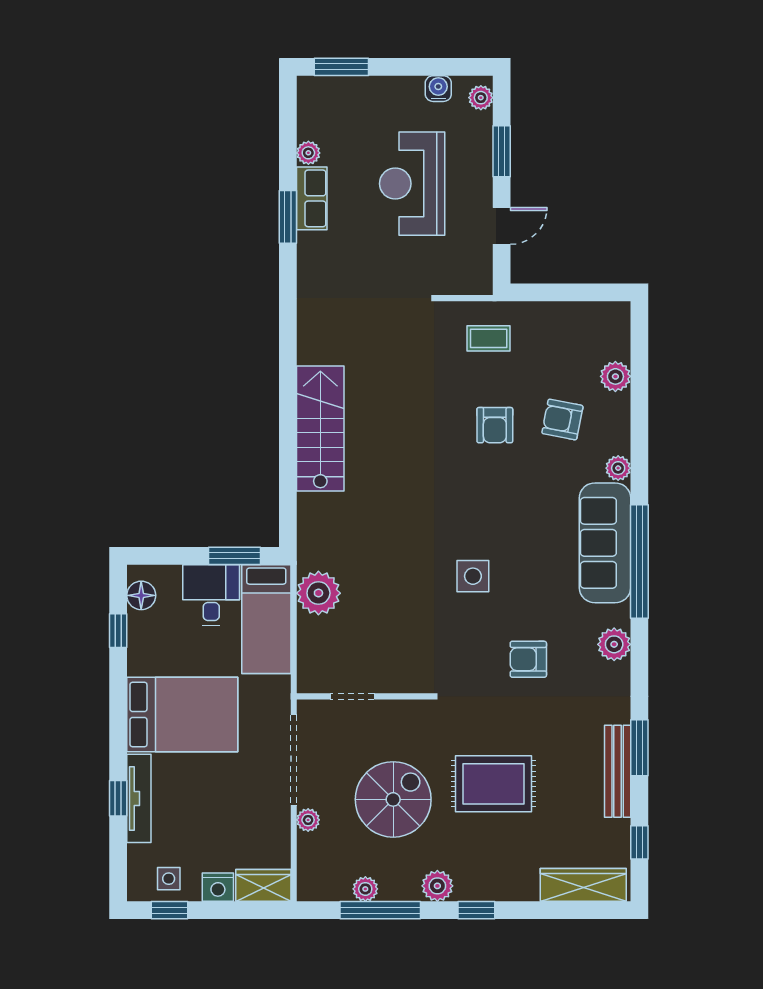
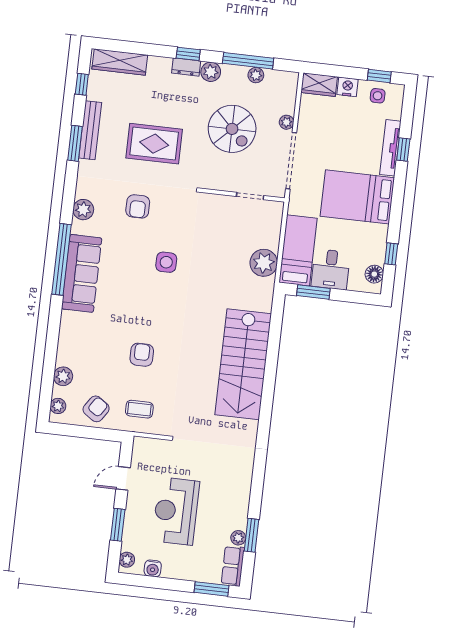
reception desk: (412, 184) -> (176, 511), turned 180
row of seats: (312, 198) -> (233, 566), moved
window: (288, 217) -> (251, 535), moved
armchair: (562, 420) -> (96, 409), moved, turned -67
stairs: (320, 429) -> (243, 364), width x1.36, depth x1.51
plant: (618, 468) -> (58, 406), moved
armchair: (528, 659) -> (138, 206), turned 90
rug: (493, 784) -> (154, 144), moved
spiral stairs: (393, 799) -> (232, 129), turned -90
dresser: (477, 889) -> (186, 67), added

